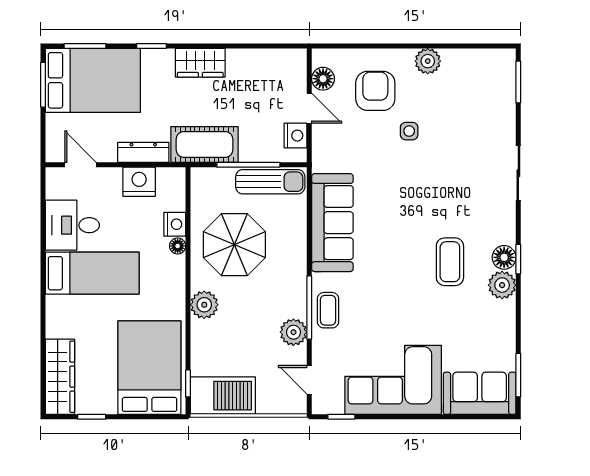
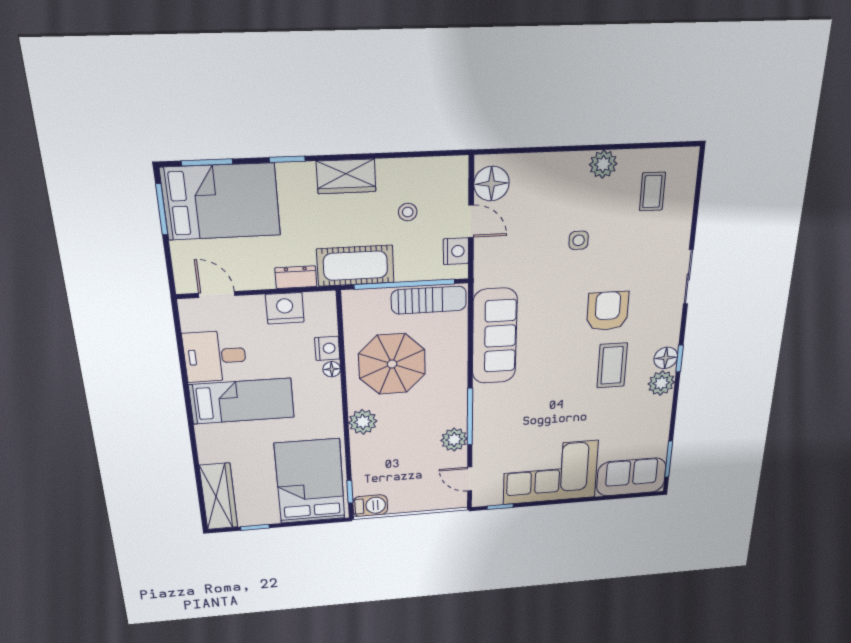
floor lamp: (323, 79) -> (491, 184), width x1.38, depth x1.38
window: (518, 82) -> (699, 183), removed
armchair: (375, 91) -> (608, 311), moved
stool: (253, 97) -> (408, 212), added
dresser: (143, 152) -> (296, 277), width x0.70
window: (248, 165) -> (405, 284), width x1.46
coffee table: (328, 310) -> (652, 192), moved
barbecue: (223, 396) -> (370, 506), width x0.53, depth x0.65

